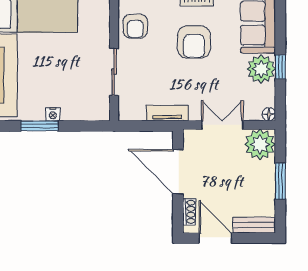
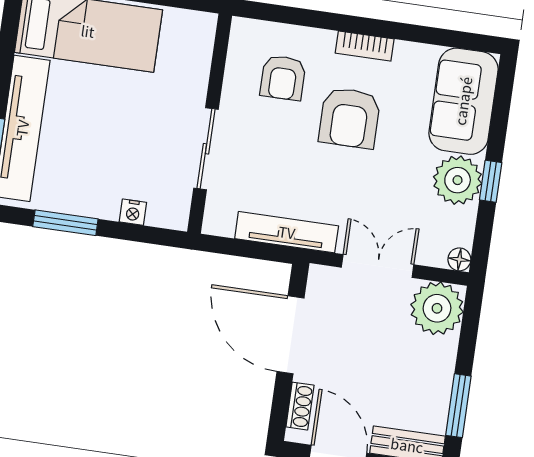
armchair: (135, 26) -> (283, 78), moved
tv unit: (167, 113) -> (287, 232), width x1.41
nightstand: (53, 114) -> (133, 212), moved
window: (280, 181) -> (458, 406), moved

